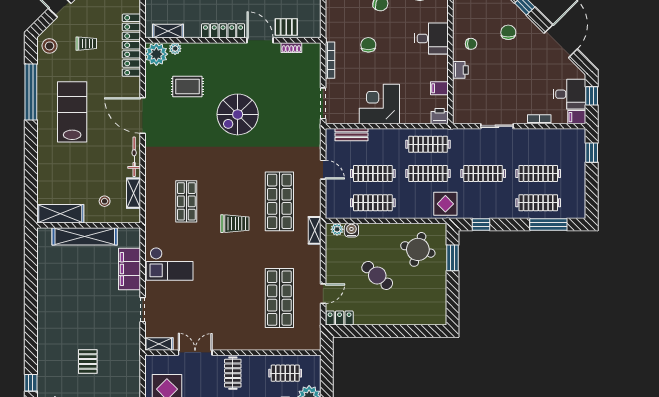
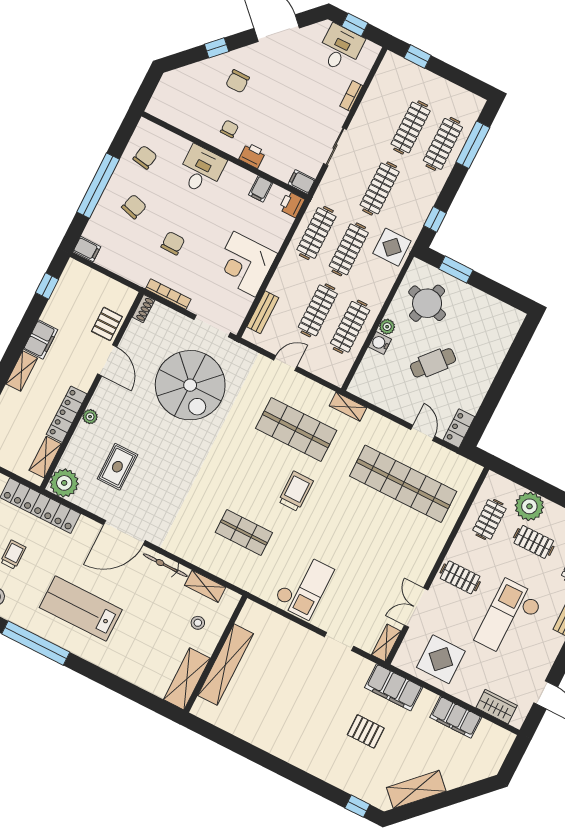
locker: (223, 31) -> (67, 414), moved
chair: (508, 32) -> (238, 81), turned -90
door: (260, 40) -> (107, 360), swing flipped
chair: (368, 45) -> (173, 243), turned 90
shoe rack: (291, 48) -> (143, 309), moved
plant: (175, 49) -> (90, 417), moved
spiral stairs: (238, 114) -> (190, 385), moved, width x1.37, depth x1.37
filing cabinet: (577, 117) -> (302, 182), moved, turned 90
plant: (337, 229) -> (387, 327), moved
water cooler: (351, 230) -> (380, 343), moved
filing cabinet: (130, 269) -> (394, 687), moved
shop shelf: (279, 298) -> (403, 484), width x1.40

